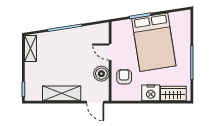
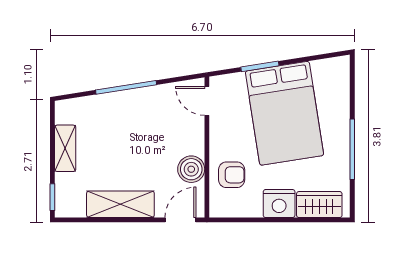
shelving: (31, 49) -> (65, 148), moved
door: (110, 52) -> (207, 101), moved
armchair: (124, 77) -> (232, 175), turned 90
door: (95, 102) -> (180, 220), swing flipped

